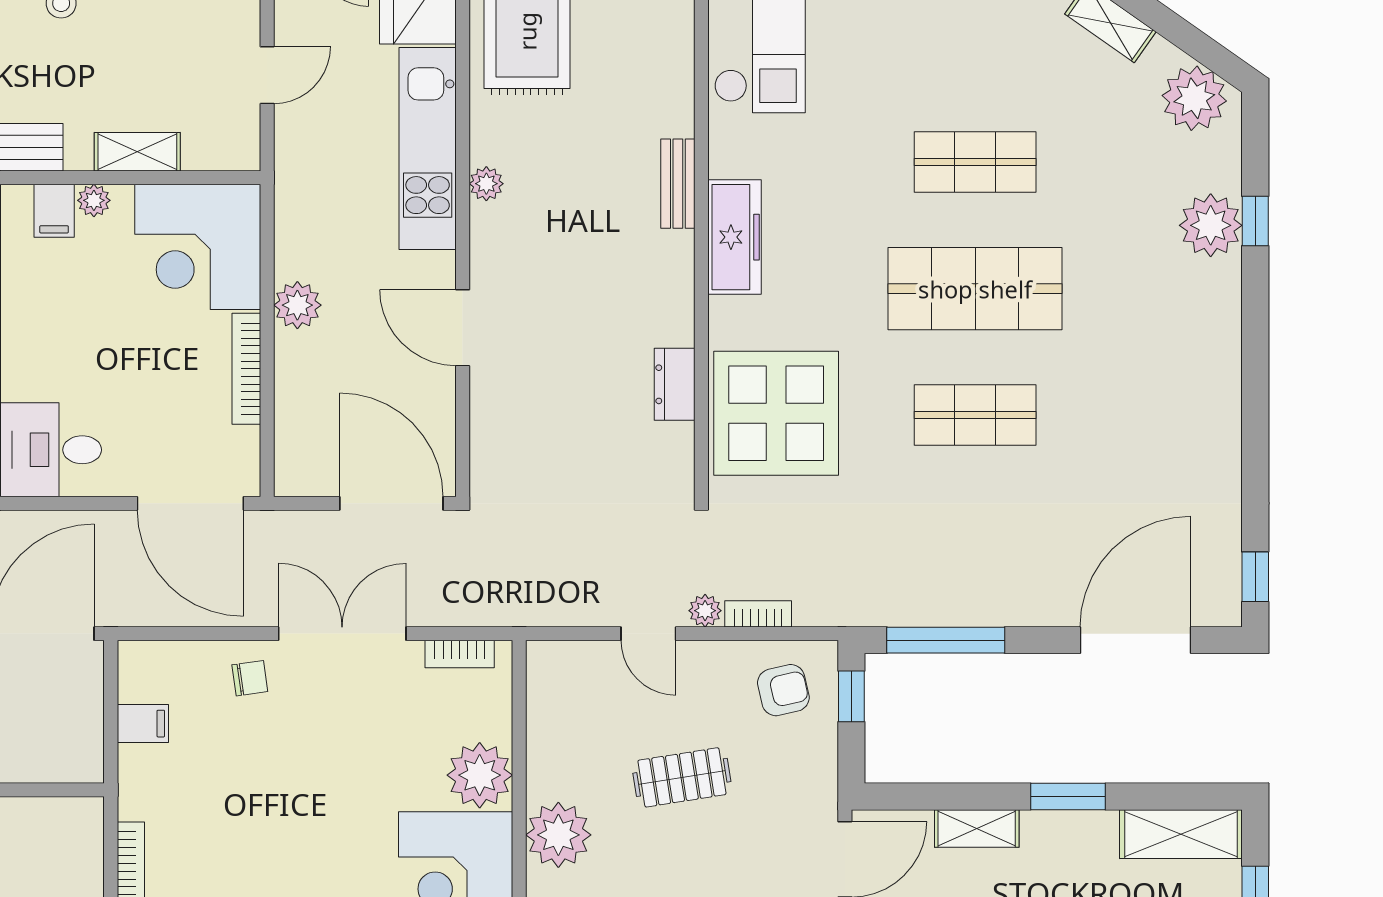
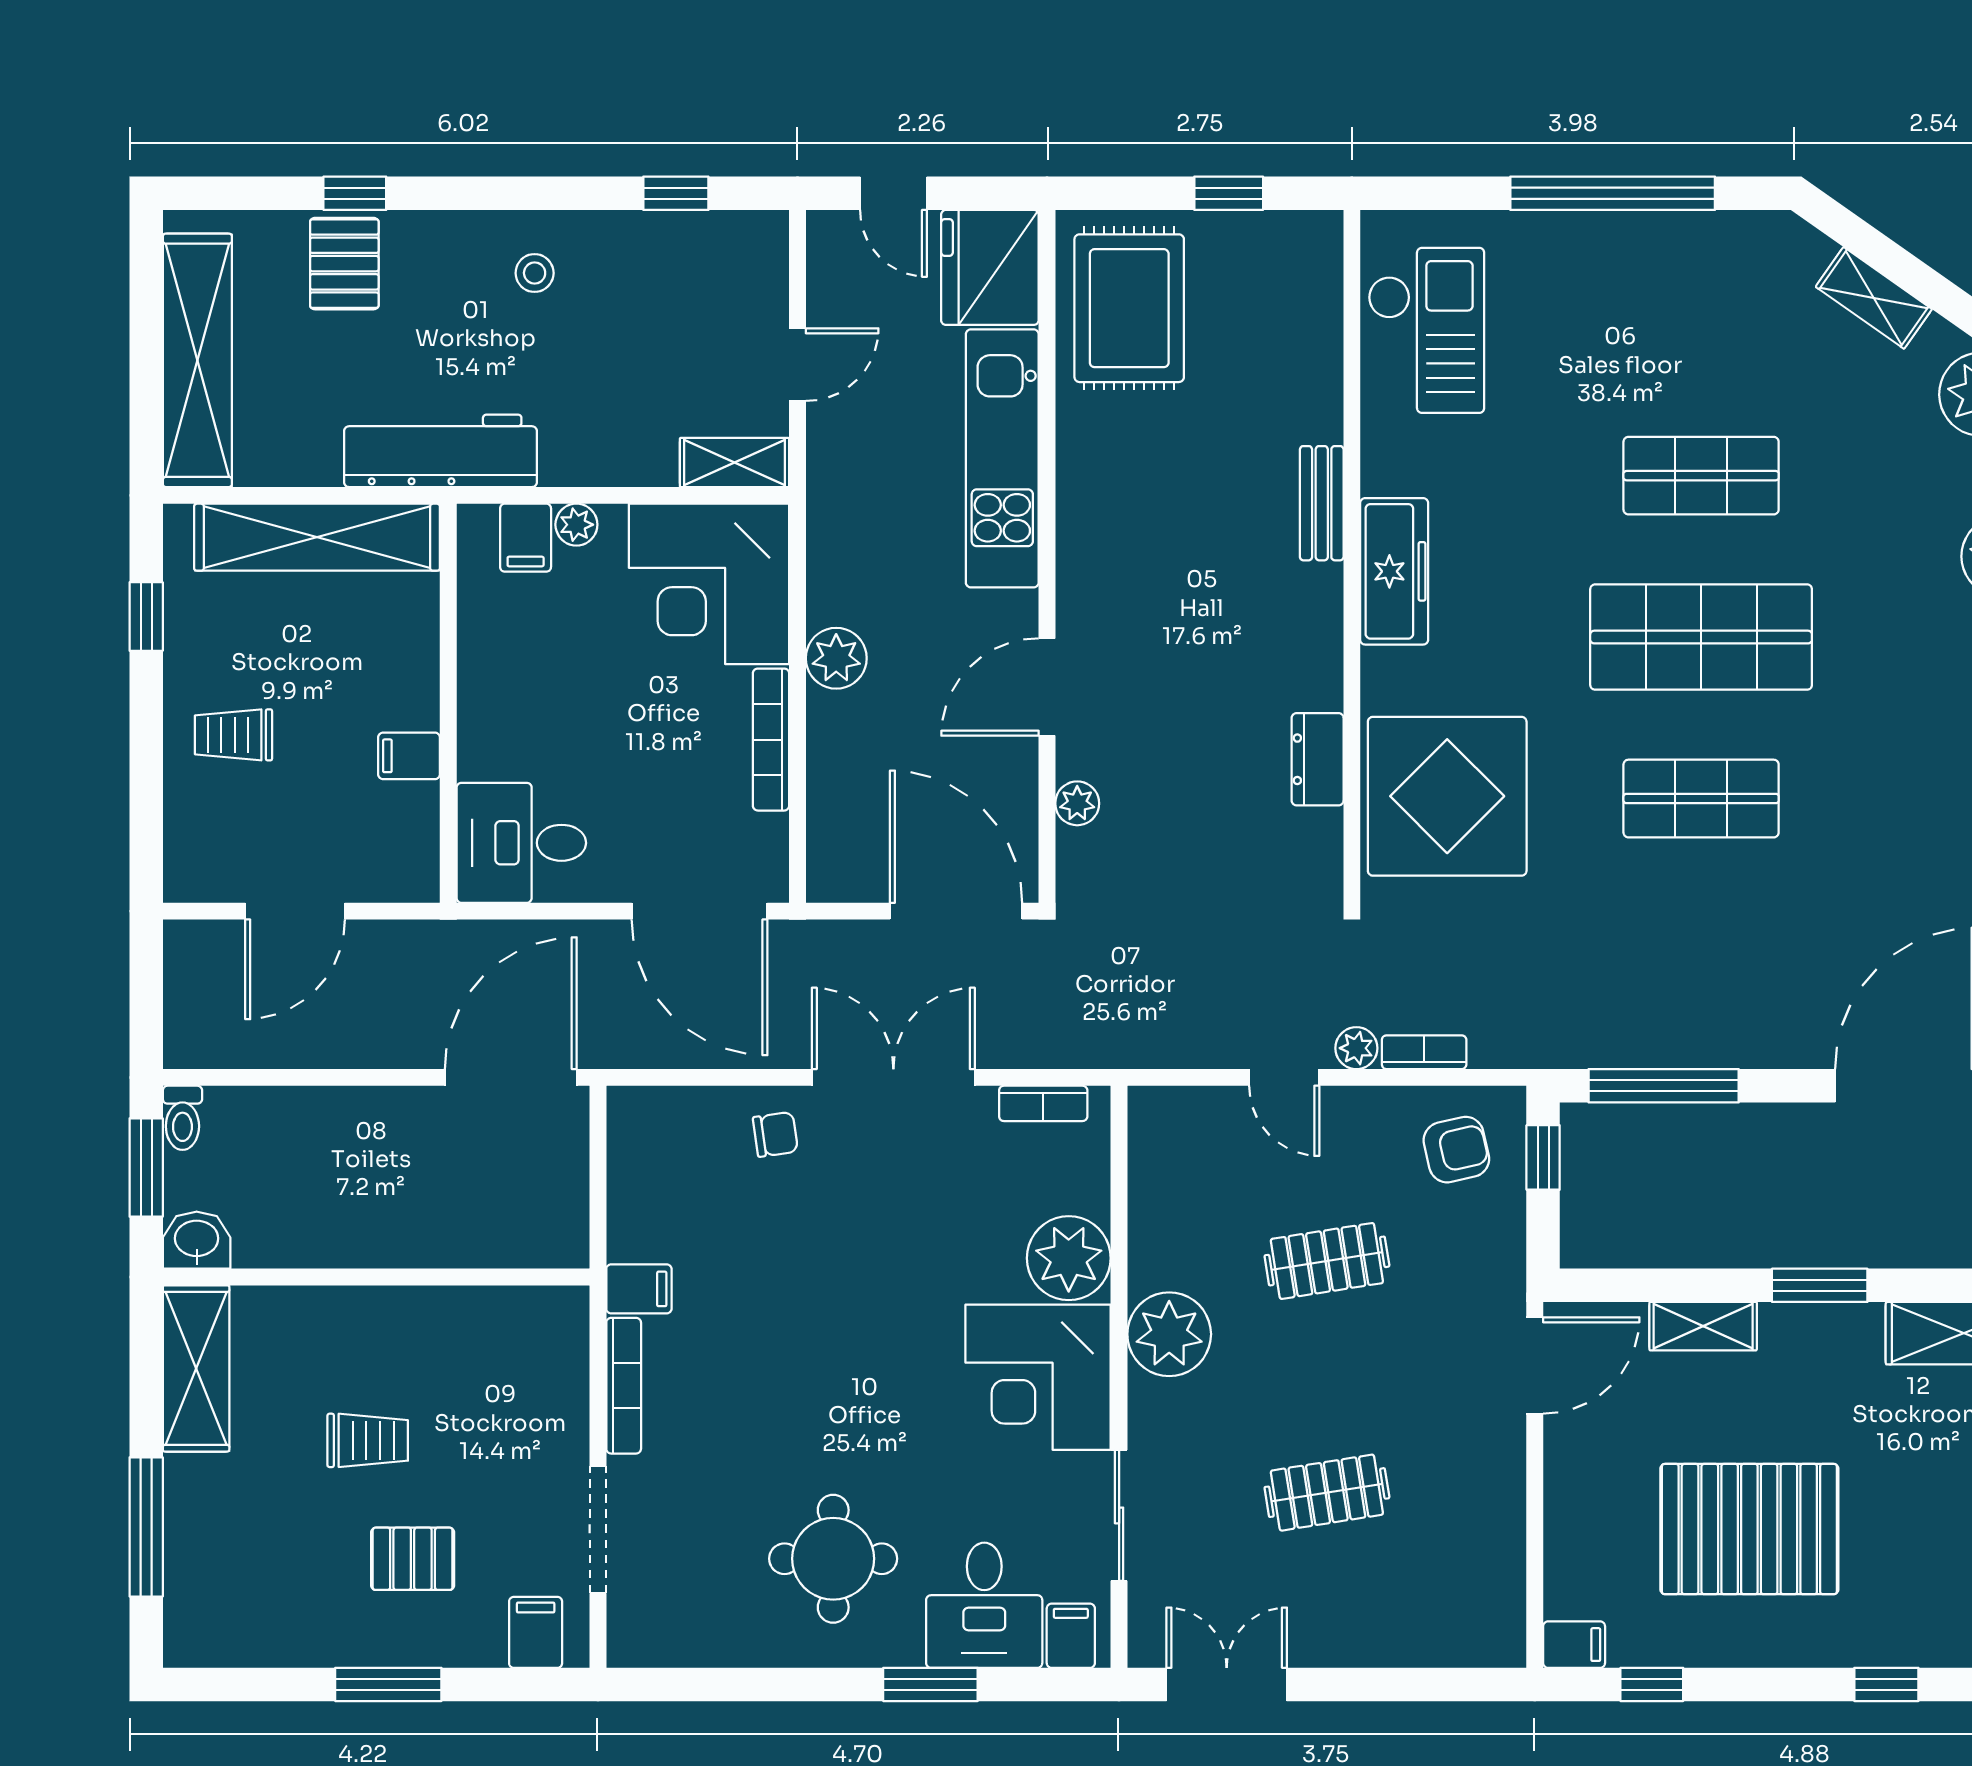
shelving: (137, 152) -> (734, 462), moved
plant: (486, 184) -> (1077, 803), moved
door: (463, 328) -> (1047, 687), hinge flipped
filing cabinet: (143, 724) -> (639, 1289), moved

